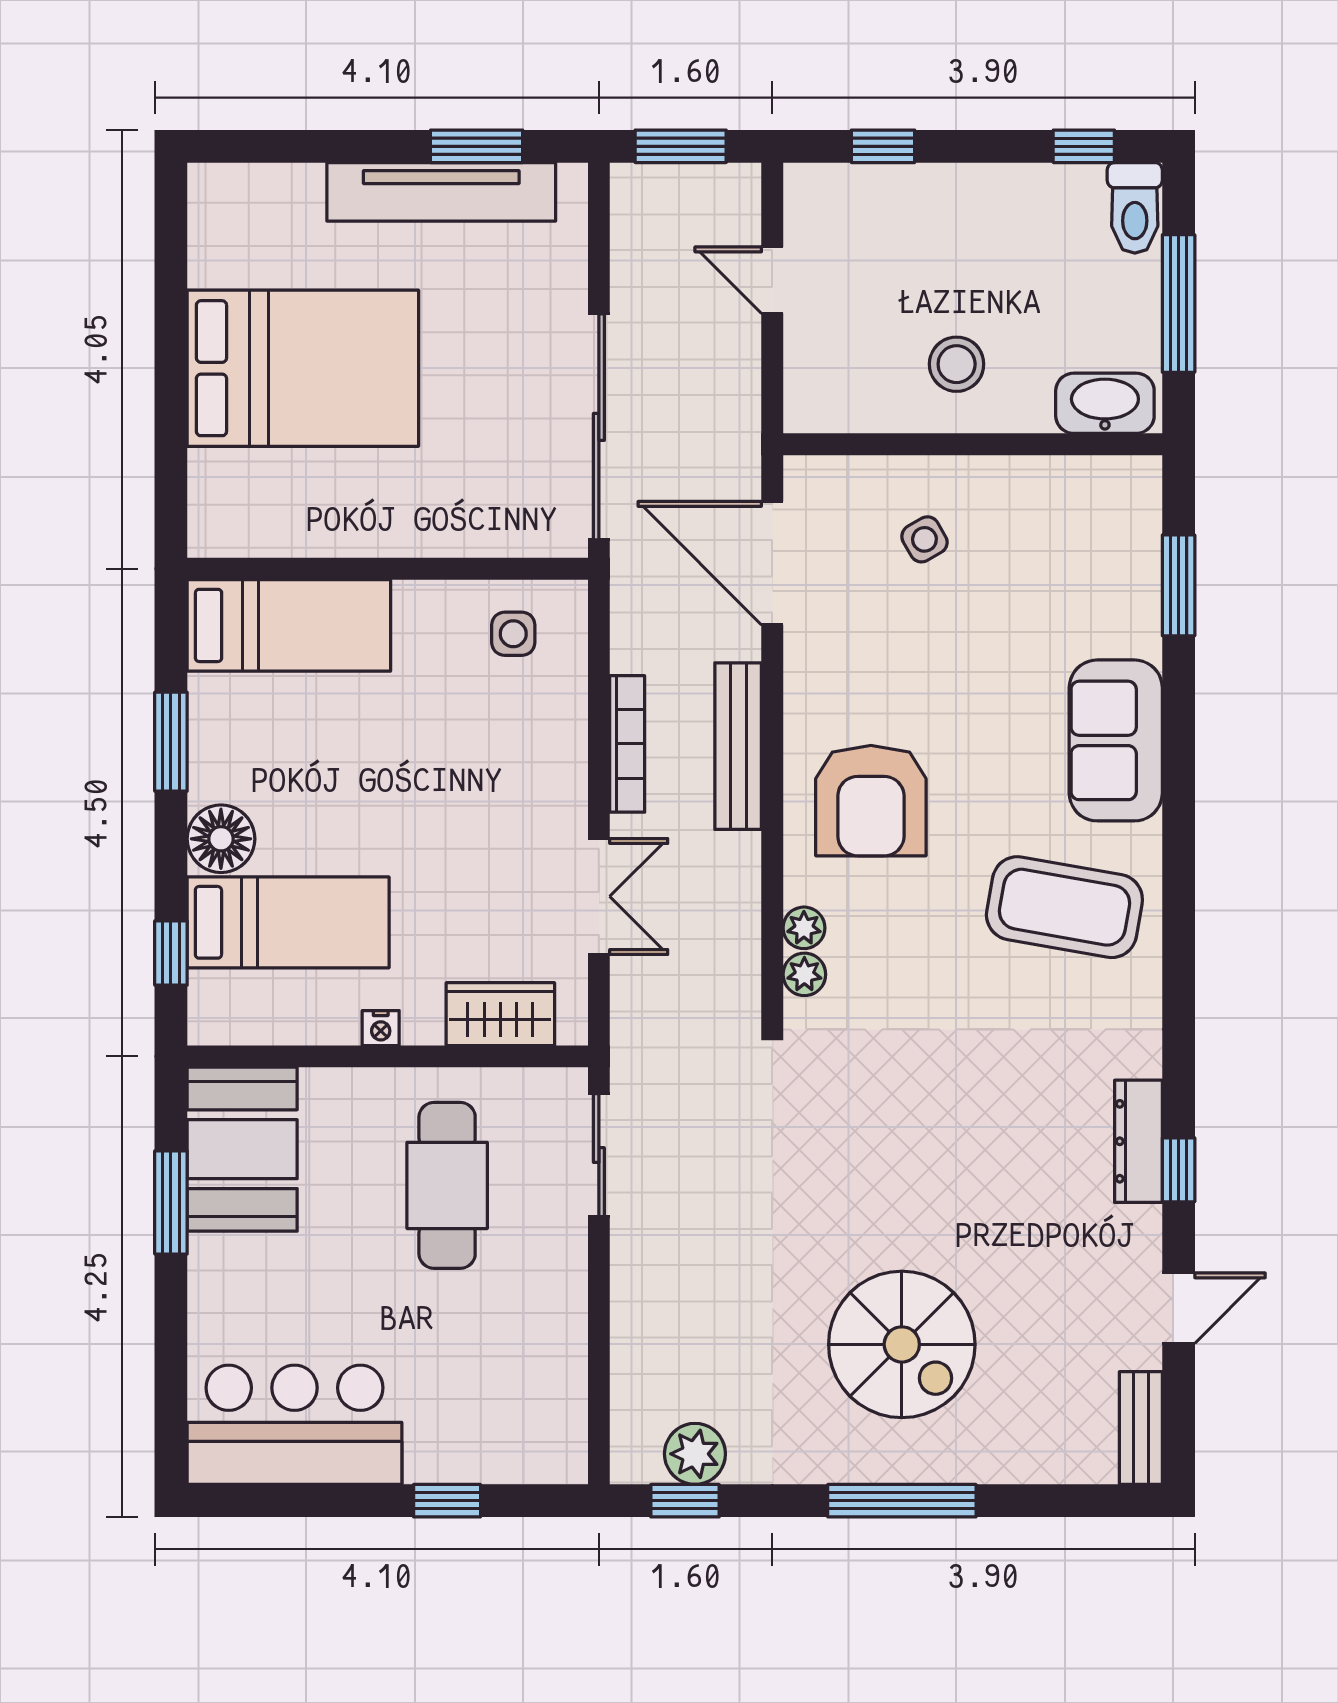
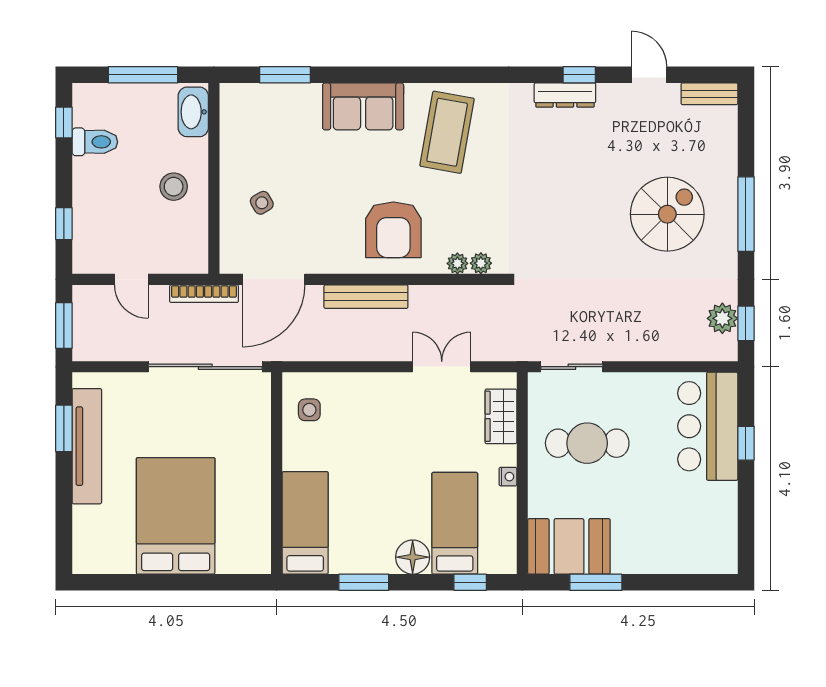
toilet: (1135, 208) -> (95, 142), moved
door: (772, 280) -> (131, 279), hinge flipped
bookcase: (627, 744) -> (204, 294), moved, turned 180
armchair: (871, 801) -> (393, 230), turned 90
bar counter: (294, 1425) -> (708, 426), moved

